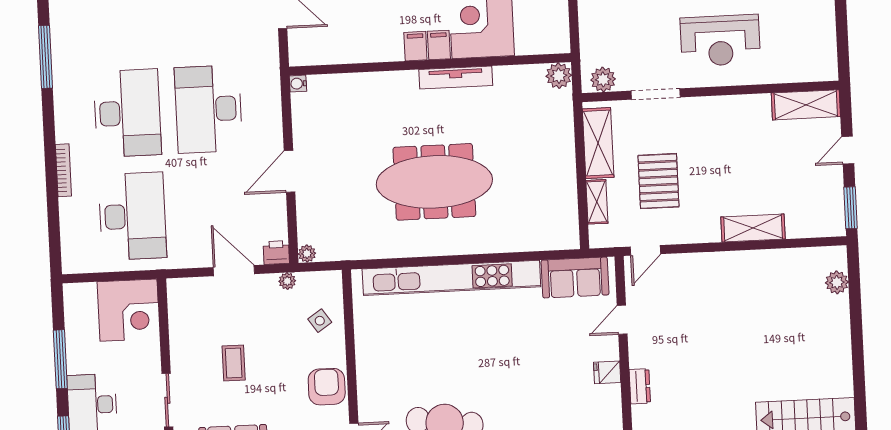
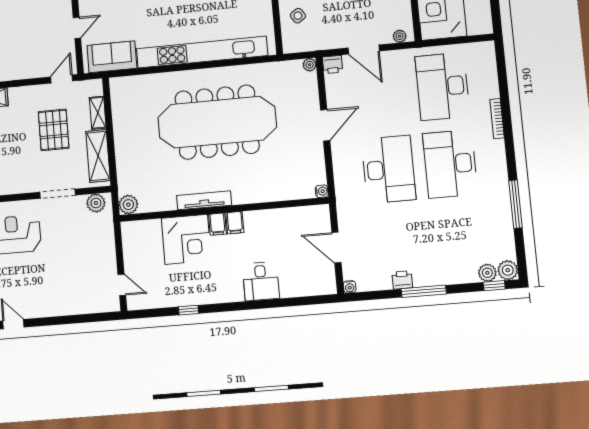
meeting table: (434, 182) -> (217, 122), width x1.36, depth x1.27
plant: (287, 281) -> (400, 36), moved

